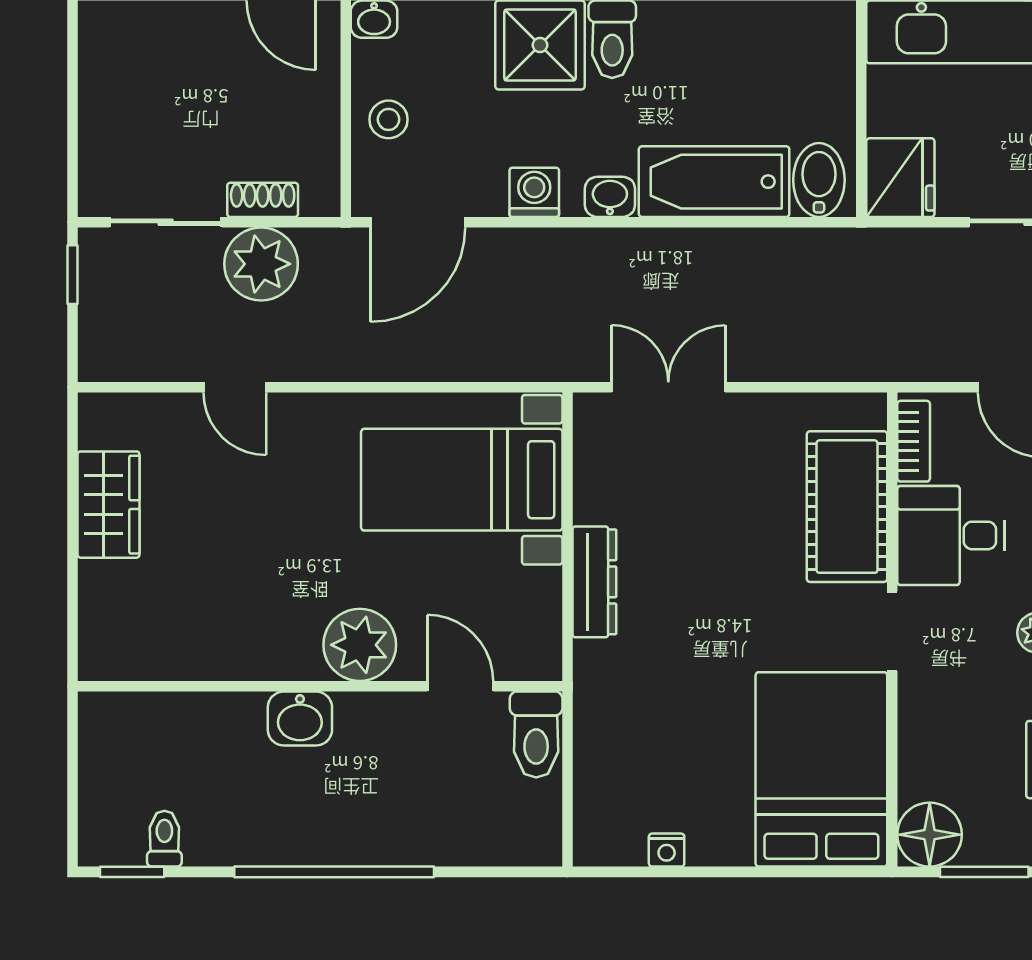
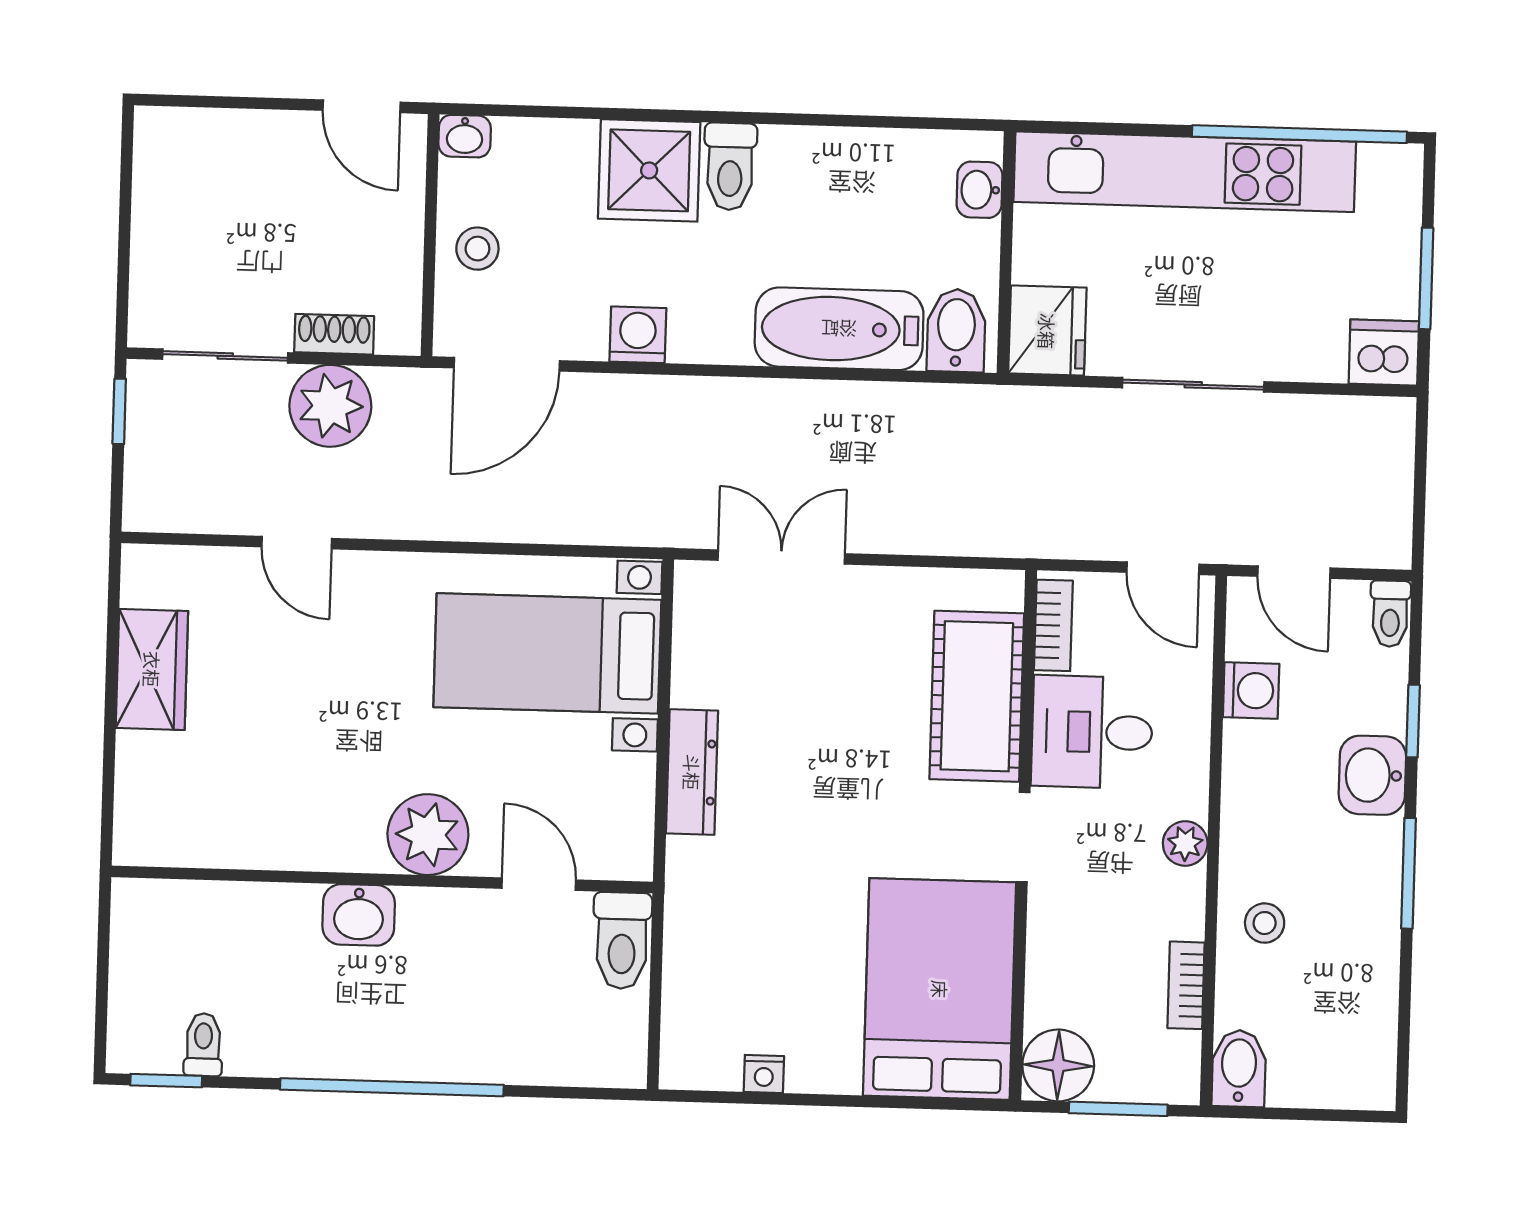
washbasin: (610, 197) -> (980, 190), moved, turned -90

